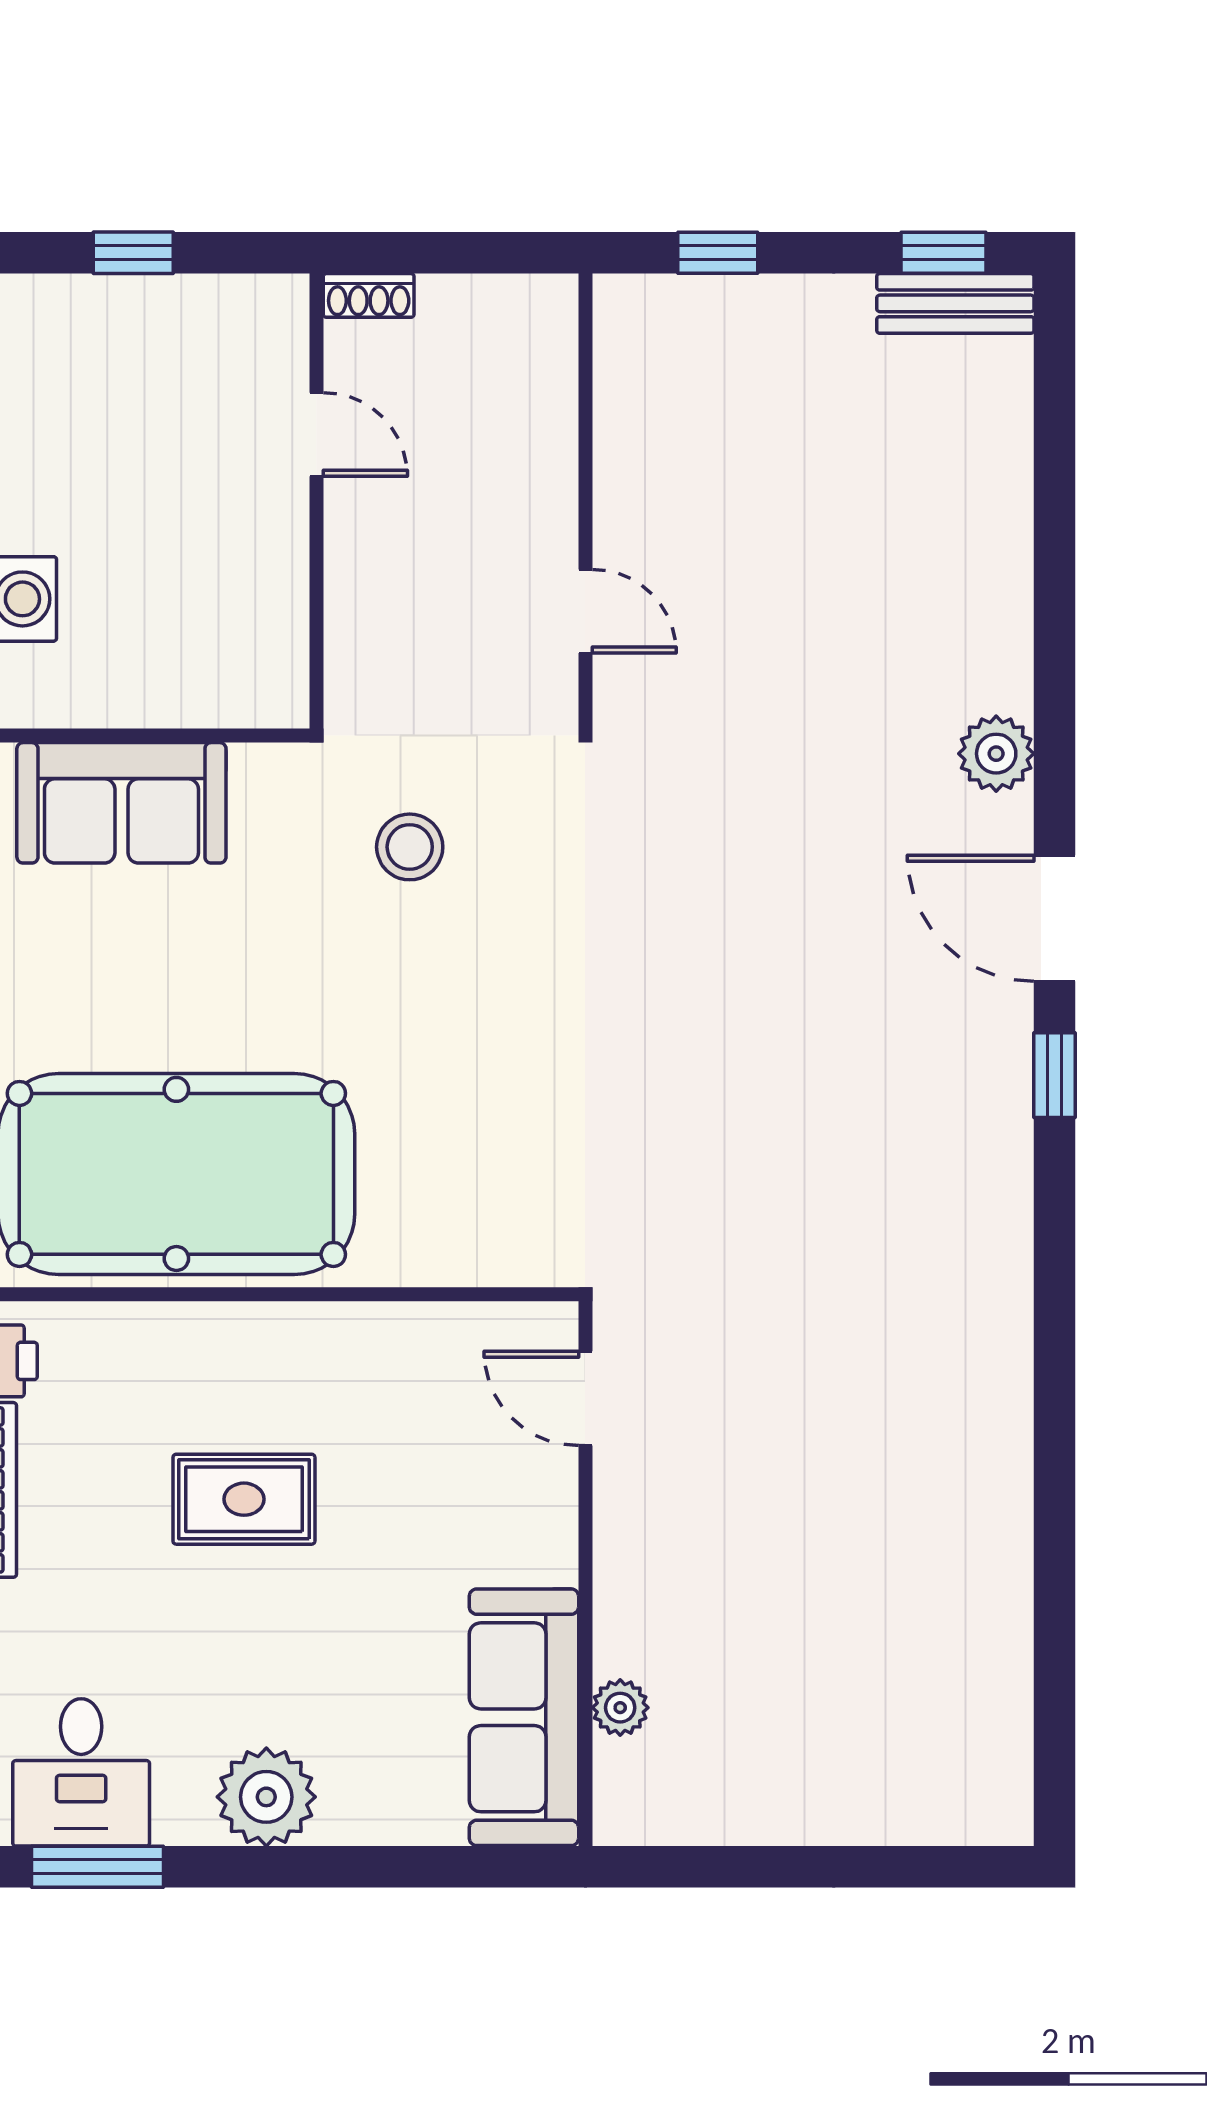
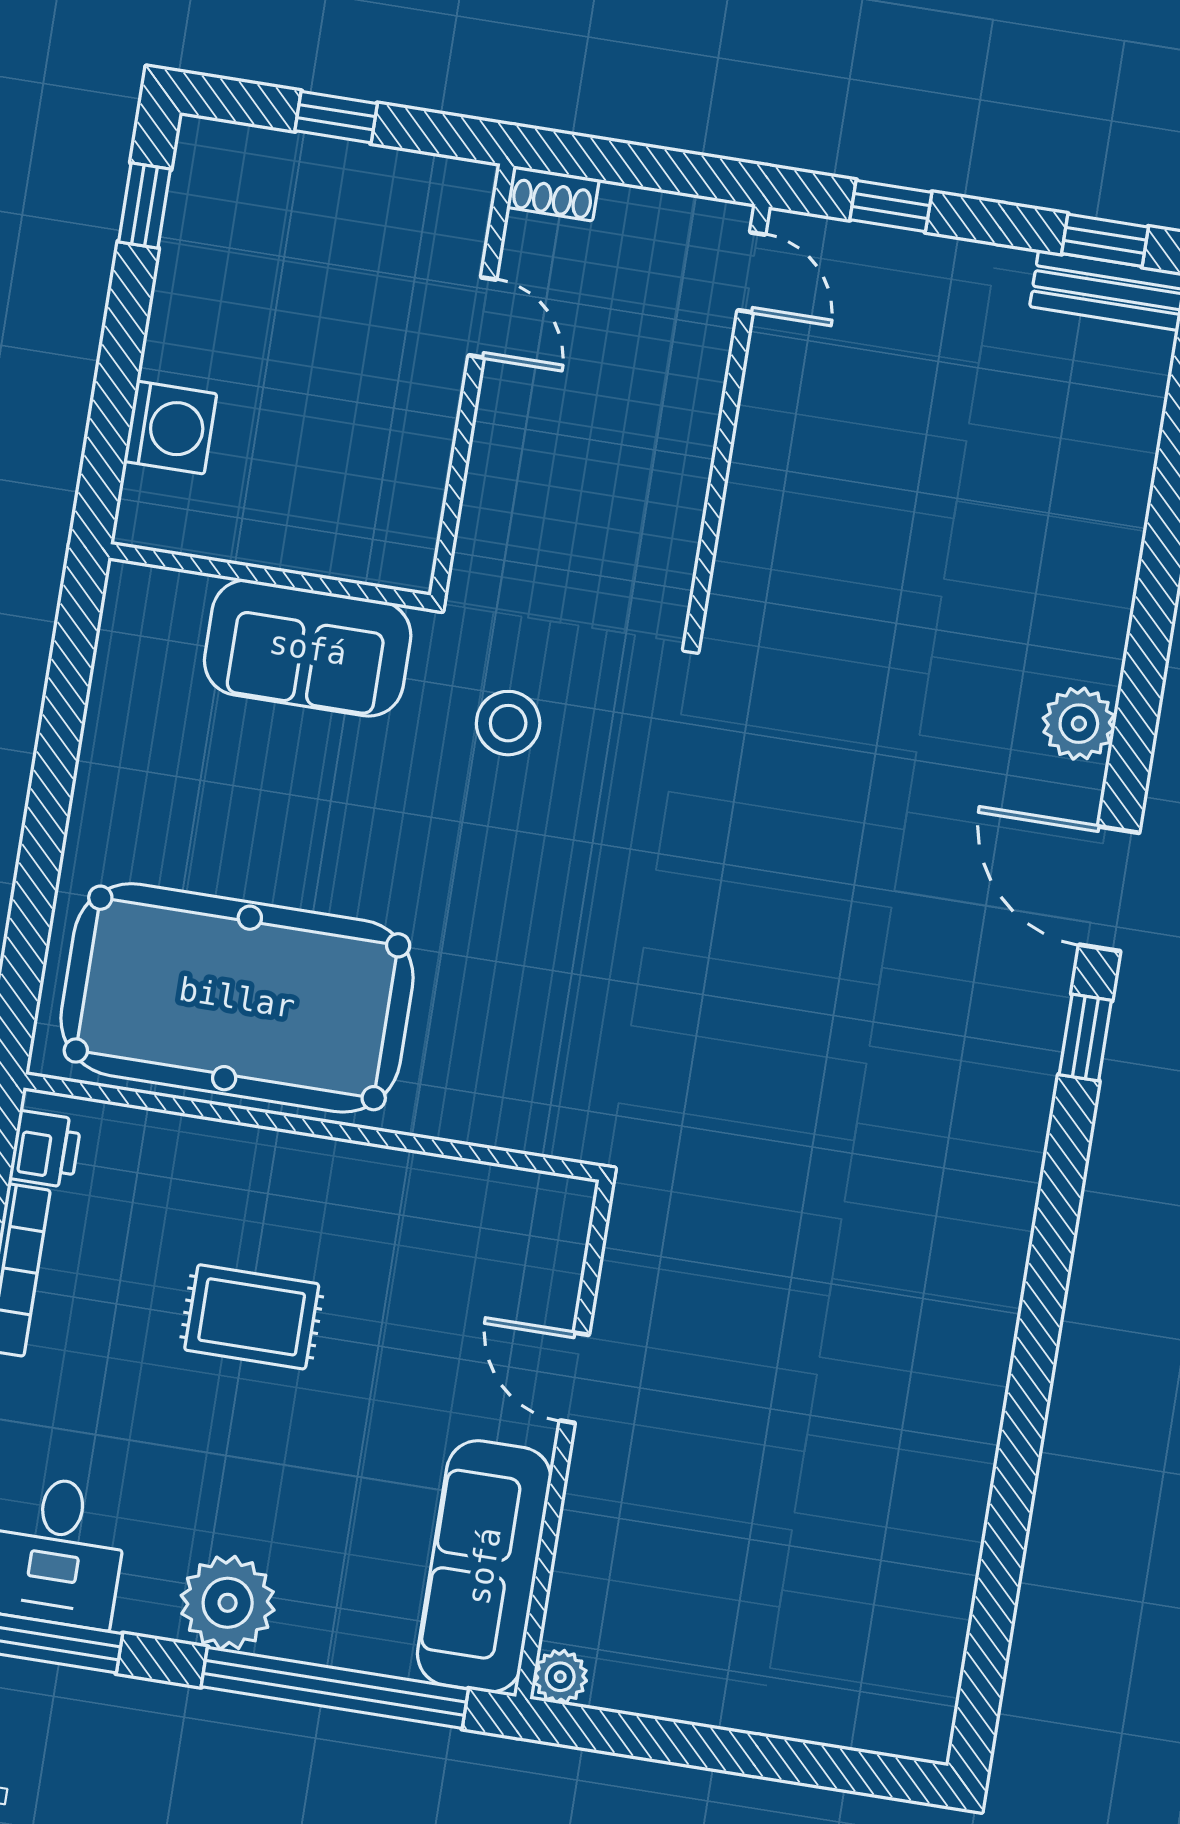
door: (585, 611) -> (751, 272), moved
sofa: (121, 803) -> (308, 648), moved
door: (585, 1398) -> (574, 1378), moved
plant: (620, 1708) -> (560, 1677), moved
window: (390, 1867) -> (335, 1688), added

